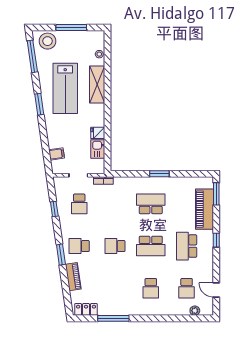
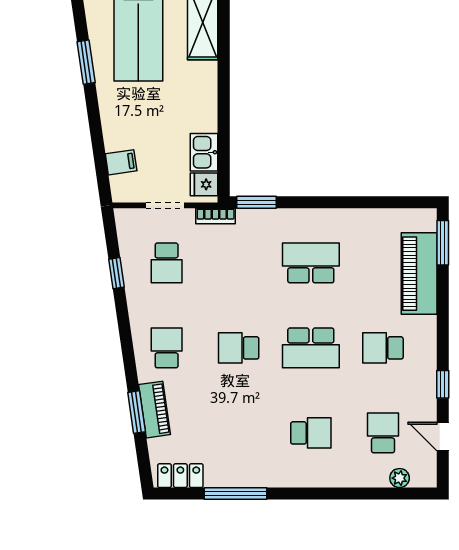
fridge: (98, 133) -> (204, 184), moved
window: (159, 174) -> (256, 202), moved
window: (216, 240) -> (443, 384), moved
school desk: (79, 246) -> (167, 348), turned 90
school desk: (187, 246) -> (383, 348), width x0.54
window: (61, 255) -> (137, 412), moved
school desk: (151, 288) -> (311, 433), turned -90
school desk: (187, 288) -> (383, 433), turned 180

